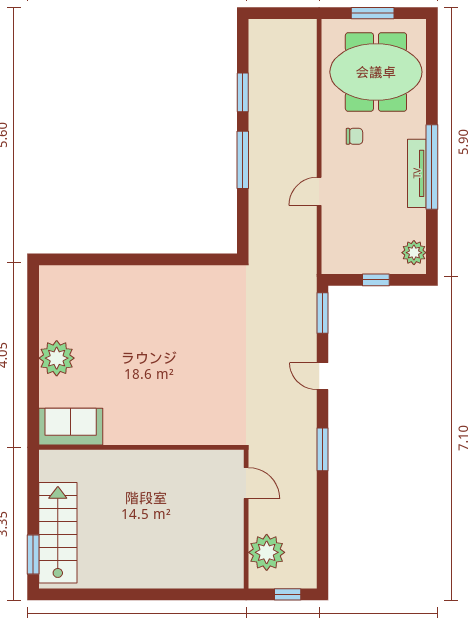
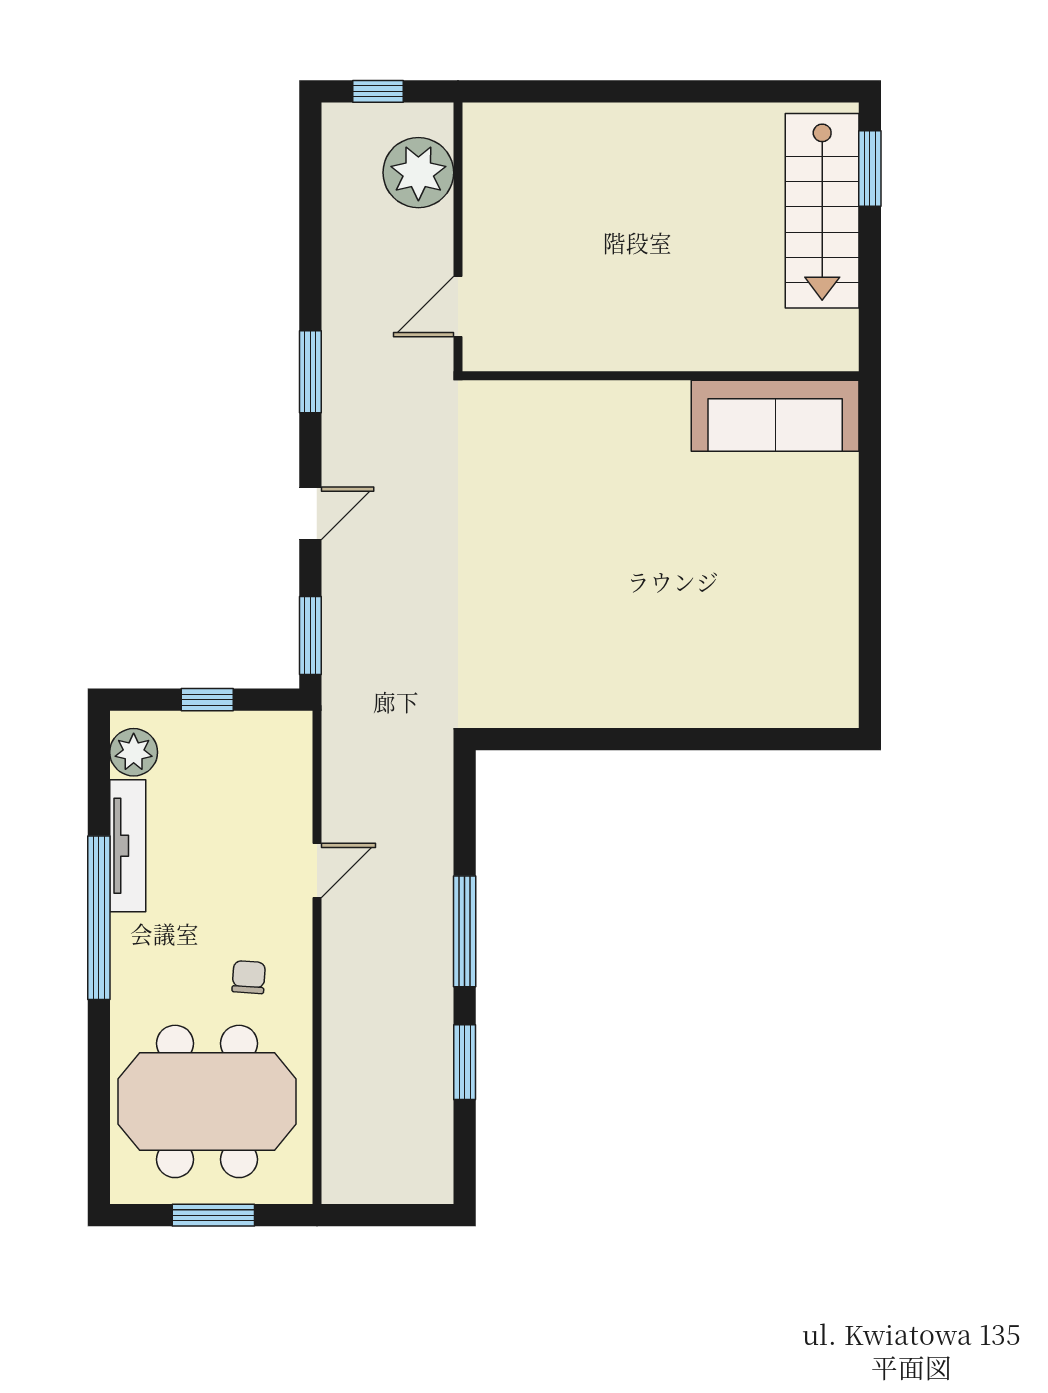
chair: (354, 136) -> (249, 977), turned 94
tv unit: (417, 173) -> (128, 846), moved
plant: (57, 358) -> (824, 548), removed
door: (323, 376) -> (310, 513), hinge flipped
sofa: (71, 427) -> (775, 416), width x1.36
door: (246, 483) -> (458, 307), hinge flipped

